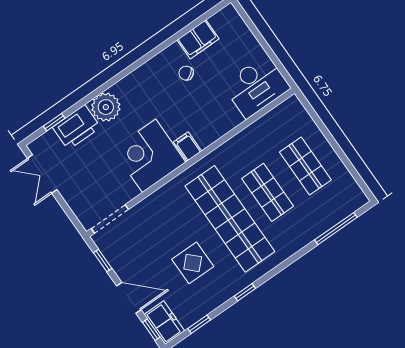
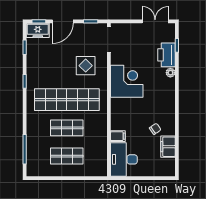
plant: (106, 107) -> (170, 73), width x0.53, depth x0.53
filing cabinet: (188, 147) -> (118, 136), moved
display table: (193, 263) -> (86, 66), moved

